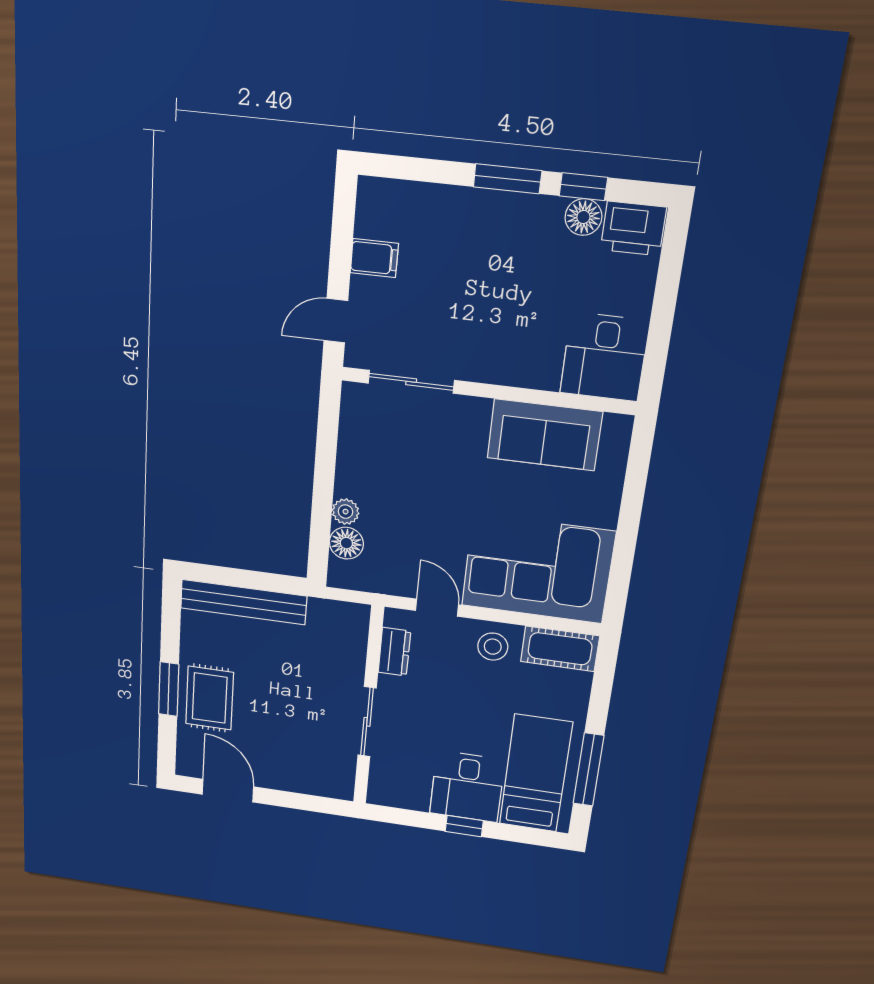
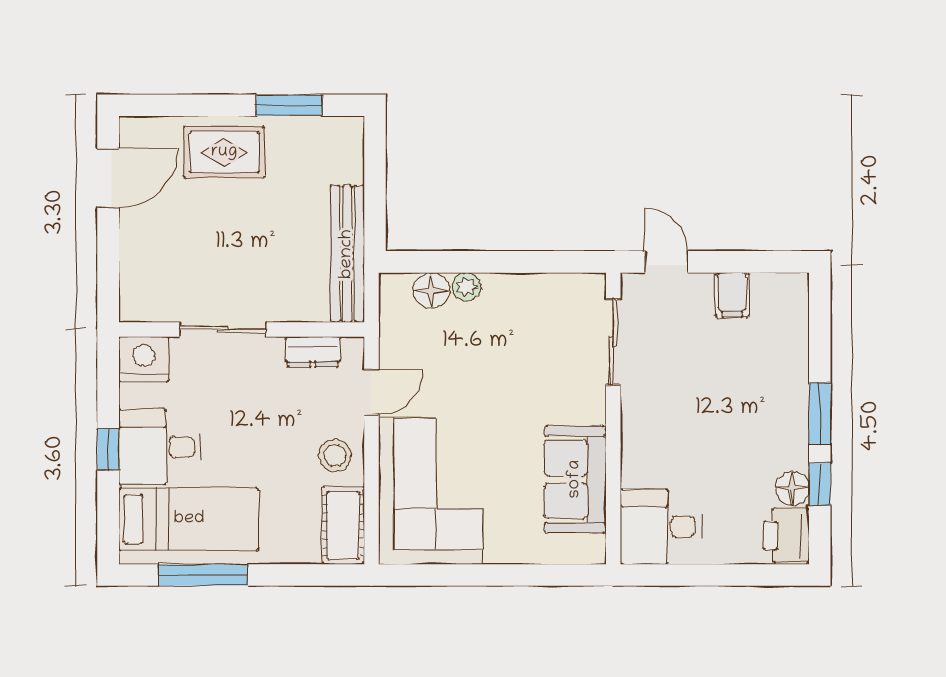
bench: (243, 602) -> (347, 254), moved
window: (169, 689) -> (289, 105), moved
nightstand: (387, 787) -> (144, 359), added

